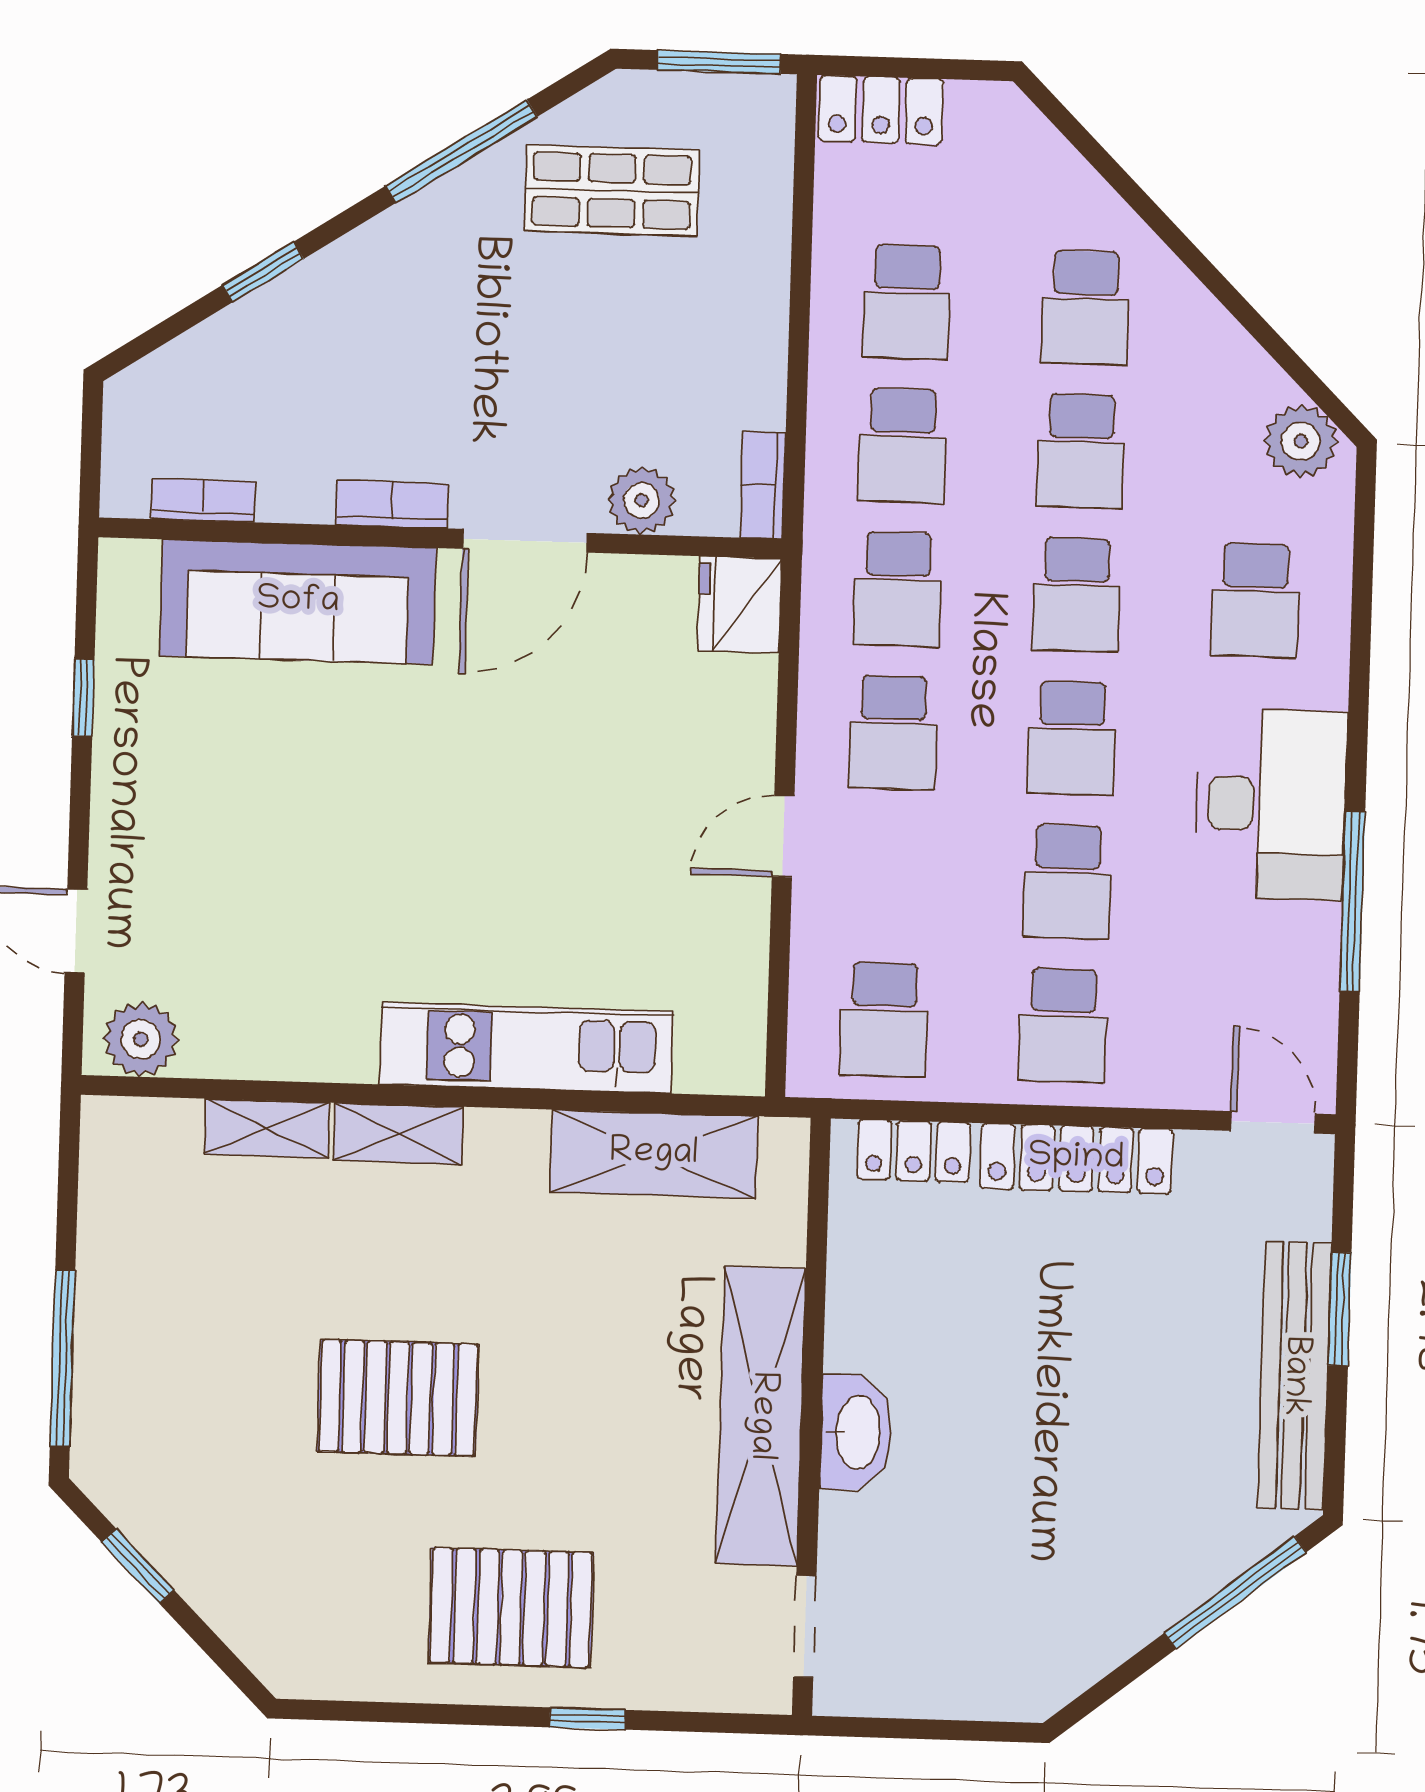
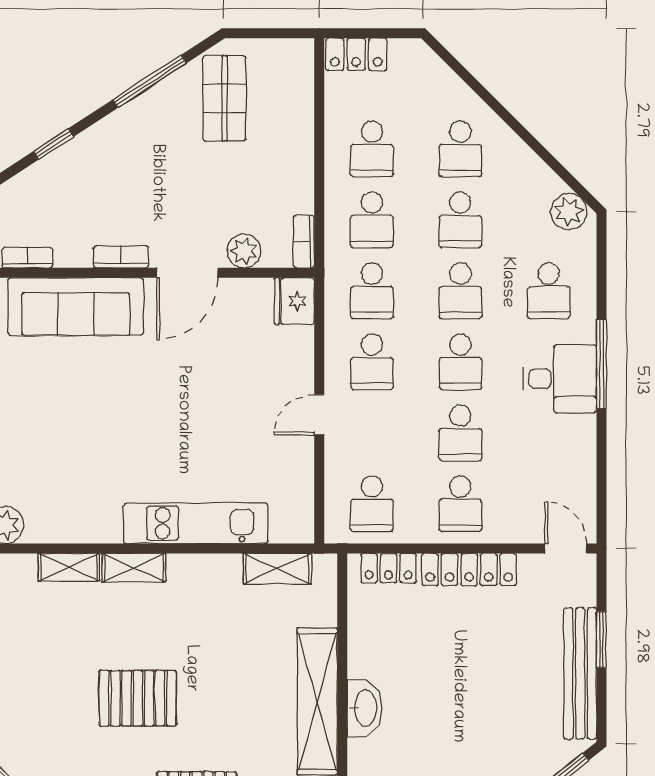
window: (719, 62) -> (276, 33), removed
shop shelf: (612, 191) -> (224, 98), turned 90
desk: (1271, 804) -> (560, 379), width x0.73
window: (1352, 901) -> (601, 364), moved
shelving: (654, 1154) -> (277, 569), width x0.67, depth x0.75

